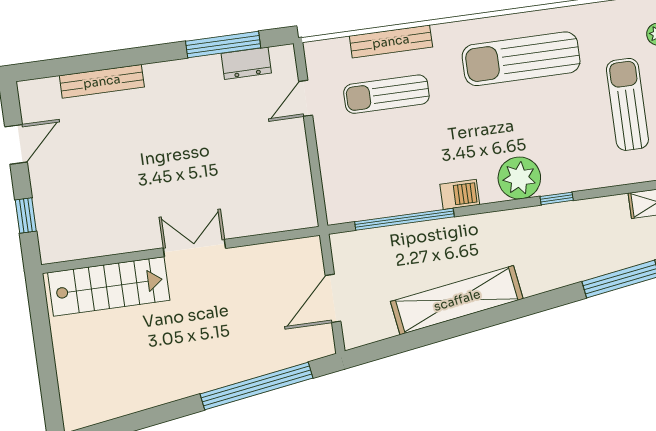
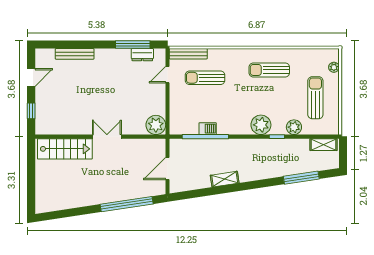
bench: (391, 41) -> (188, 54), moved
sun lounger: (521, 59) -> (269, 70), width x0.73, depth x0.75
plant: (590, 173) -> (294, 127), added
barbecue: (460, 194) -> (208, 129), moved
plant: (295, 209) -> (156, 125), added
shelving: (457, 300) -> (225, 179), width x0.45, depth x0.75

